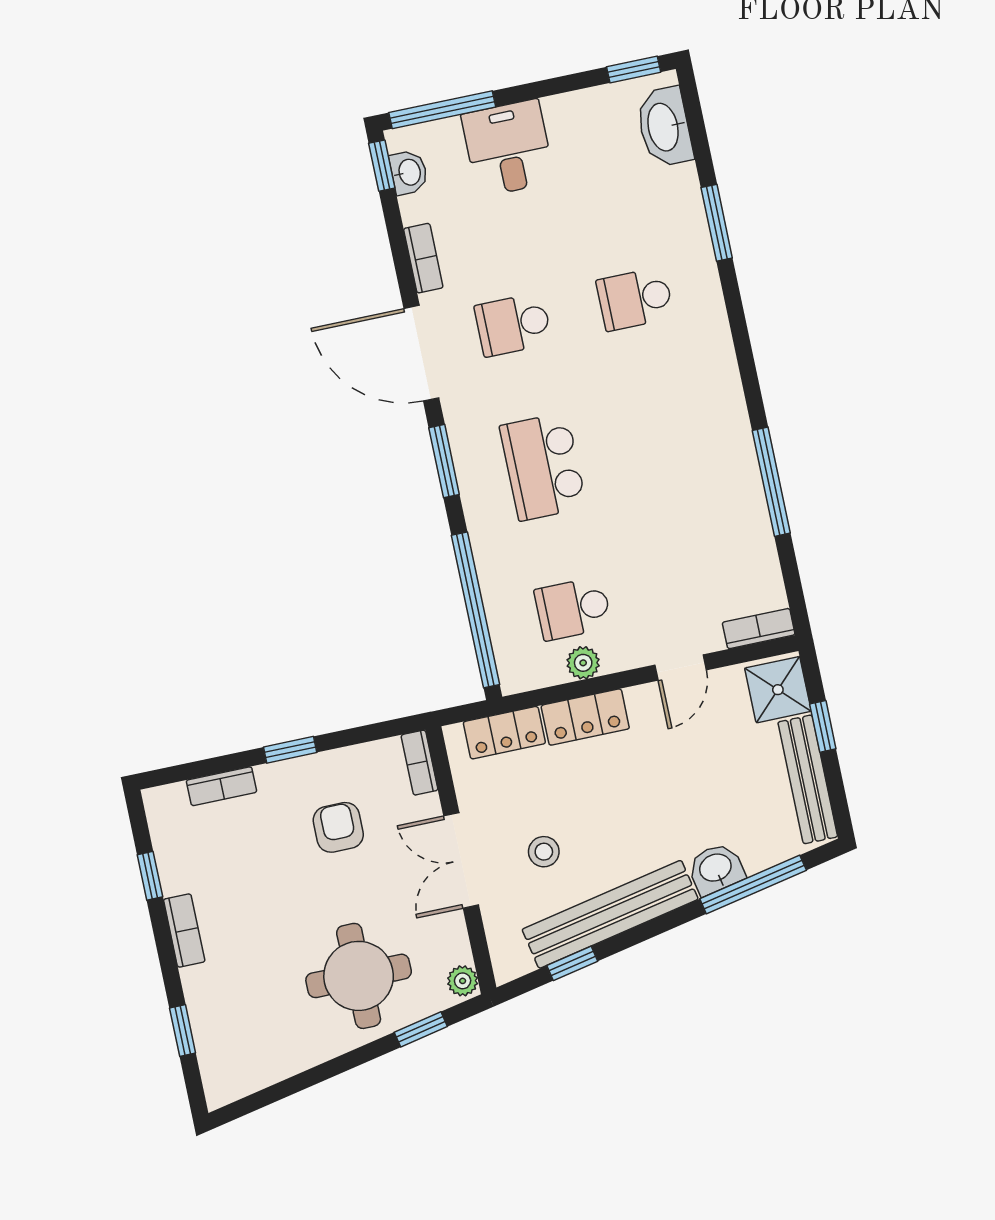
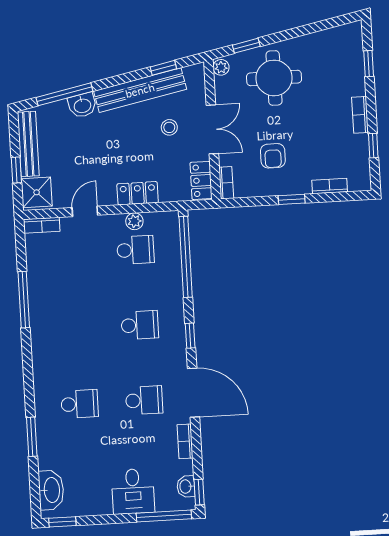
window: (444, 461) -> (190, 336), width x0.67
school desk: (543, 467) -> (140, 325), width x0.54
locker: (504, 733) -> (201, 180), moved, turned -90

